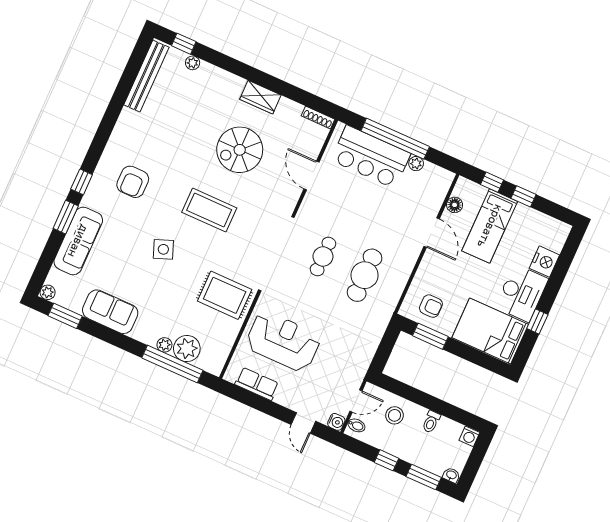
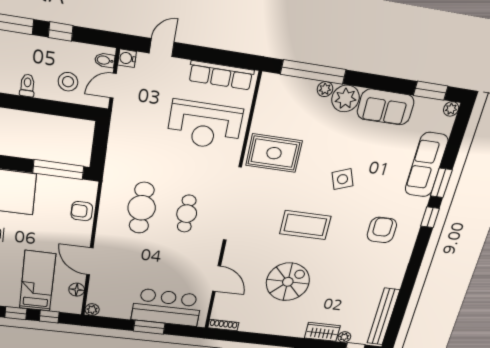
wardrobe: (260, 97) -> (322, 332), moved
window: (395, 139) -> (149, 327), width x0.47
plant: (416, 164) -> (92, 310), moved
armchair: (431, 306) -> (82, 211), moved
window: (430, 336) -> (58, 170), width x1.44
plant: (187, 349) -> (345, 98), moved
row of seats: (257, 384) -> (221, 75), width x1.48
door: (303, 423) -> (162, 48), hinge flipped

